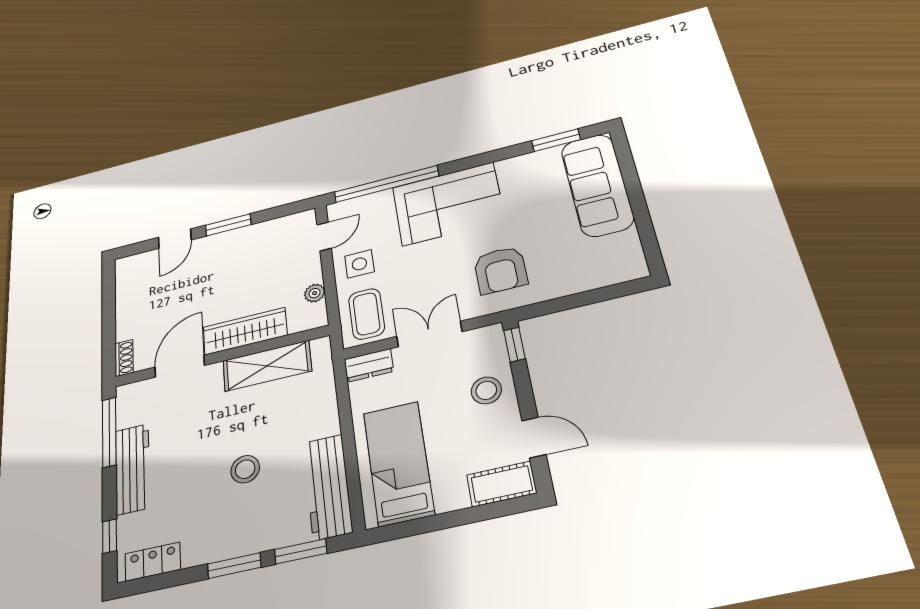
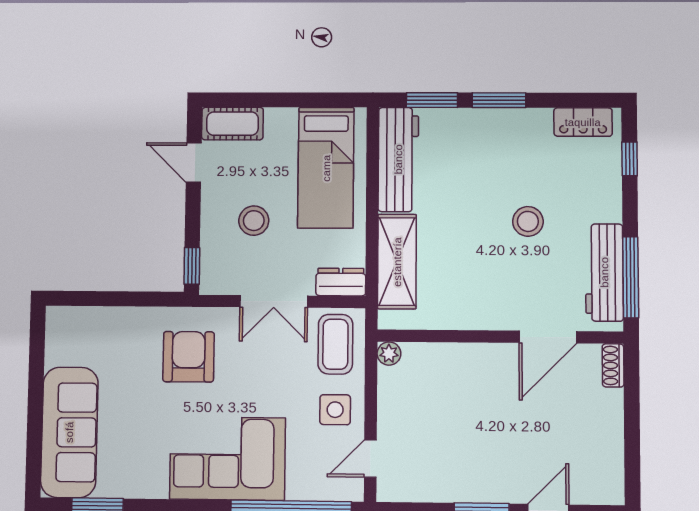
plant: (315, 293) -> (389, 354), moved
wardrobe: (245, 331) -> (471, 361), removed
shelving: (267, 366) -> (397, 262), moved, turned 90
stool: (486, 390) -> (254, 221), moved
workbench: (132, 469) -> (604, 272), moved
stool: (245, 469) -> (528, 221), moved

